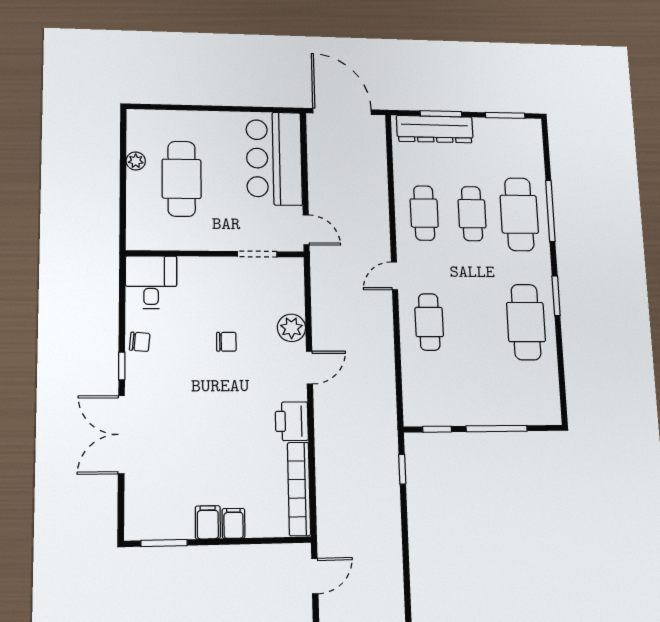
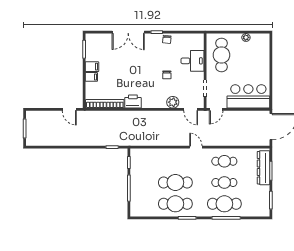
cafe table: (182, 179) -> (221, 55), moved, turned 90
desk: (151, 282) -> (192, 61), moved
cafe table: (429, 322) -> (175, 182), moved, width x1.37, depth x1.35
door: (310, 368) -> (191, 109), moved
double door: (121, 434) -> (128, 32), swing flipped

